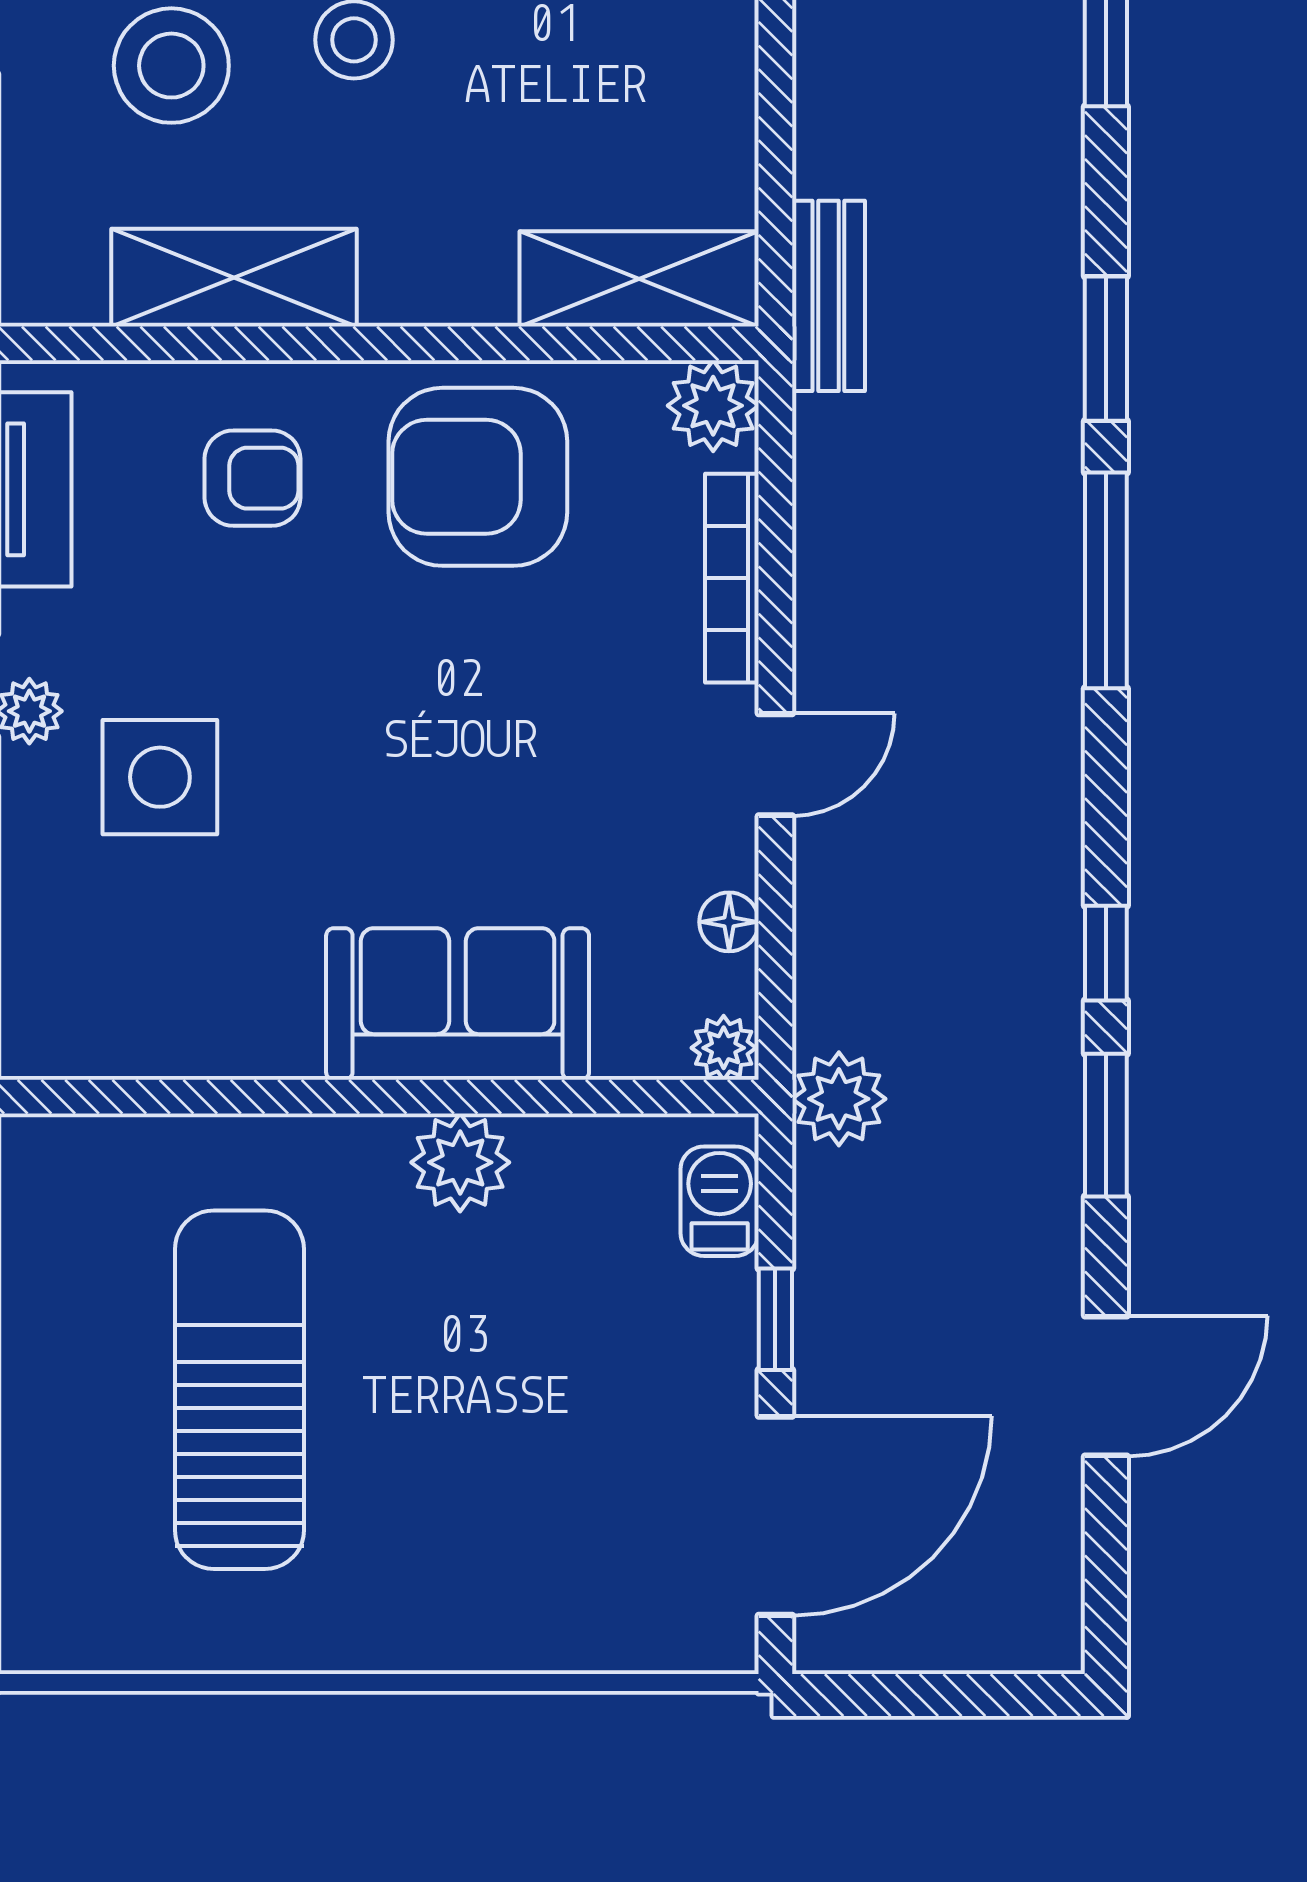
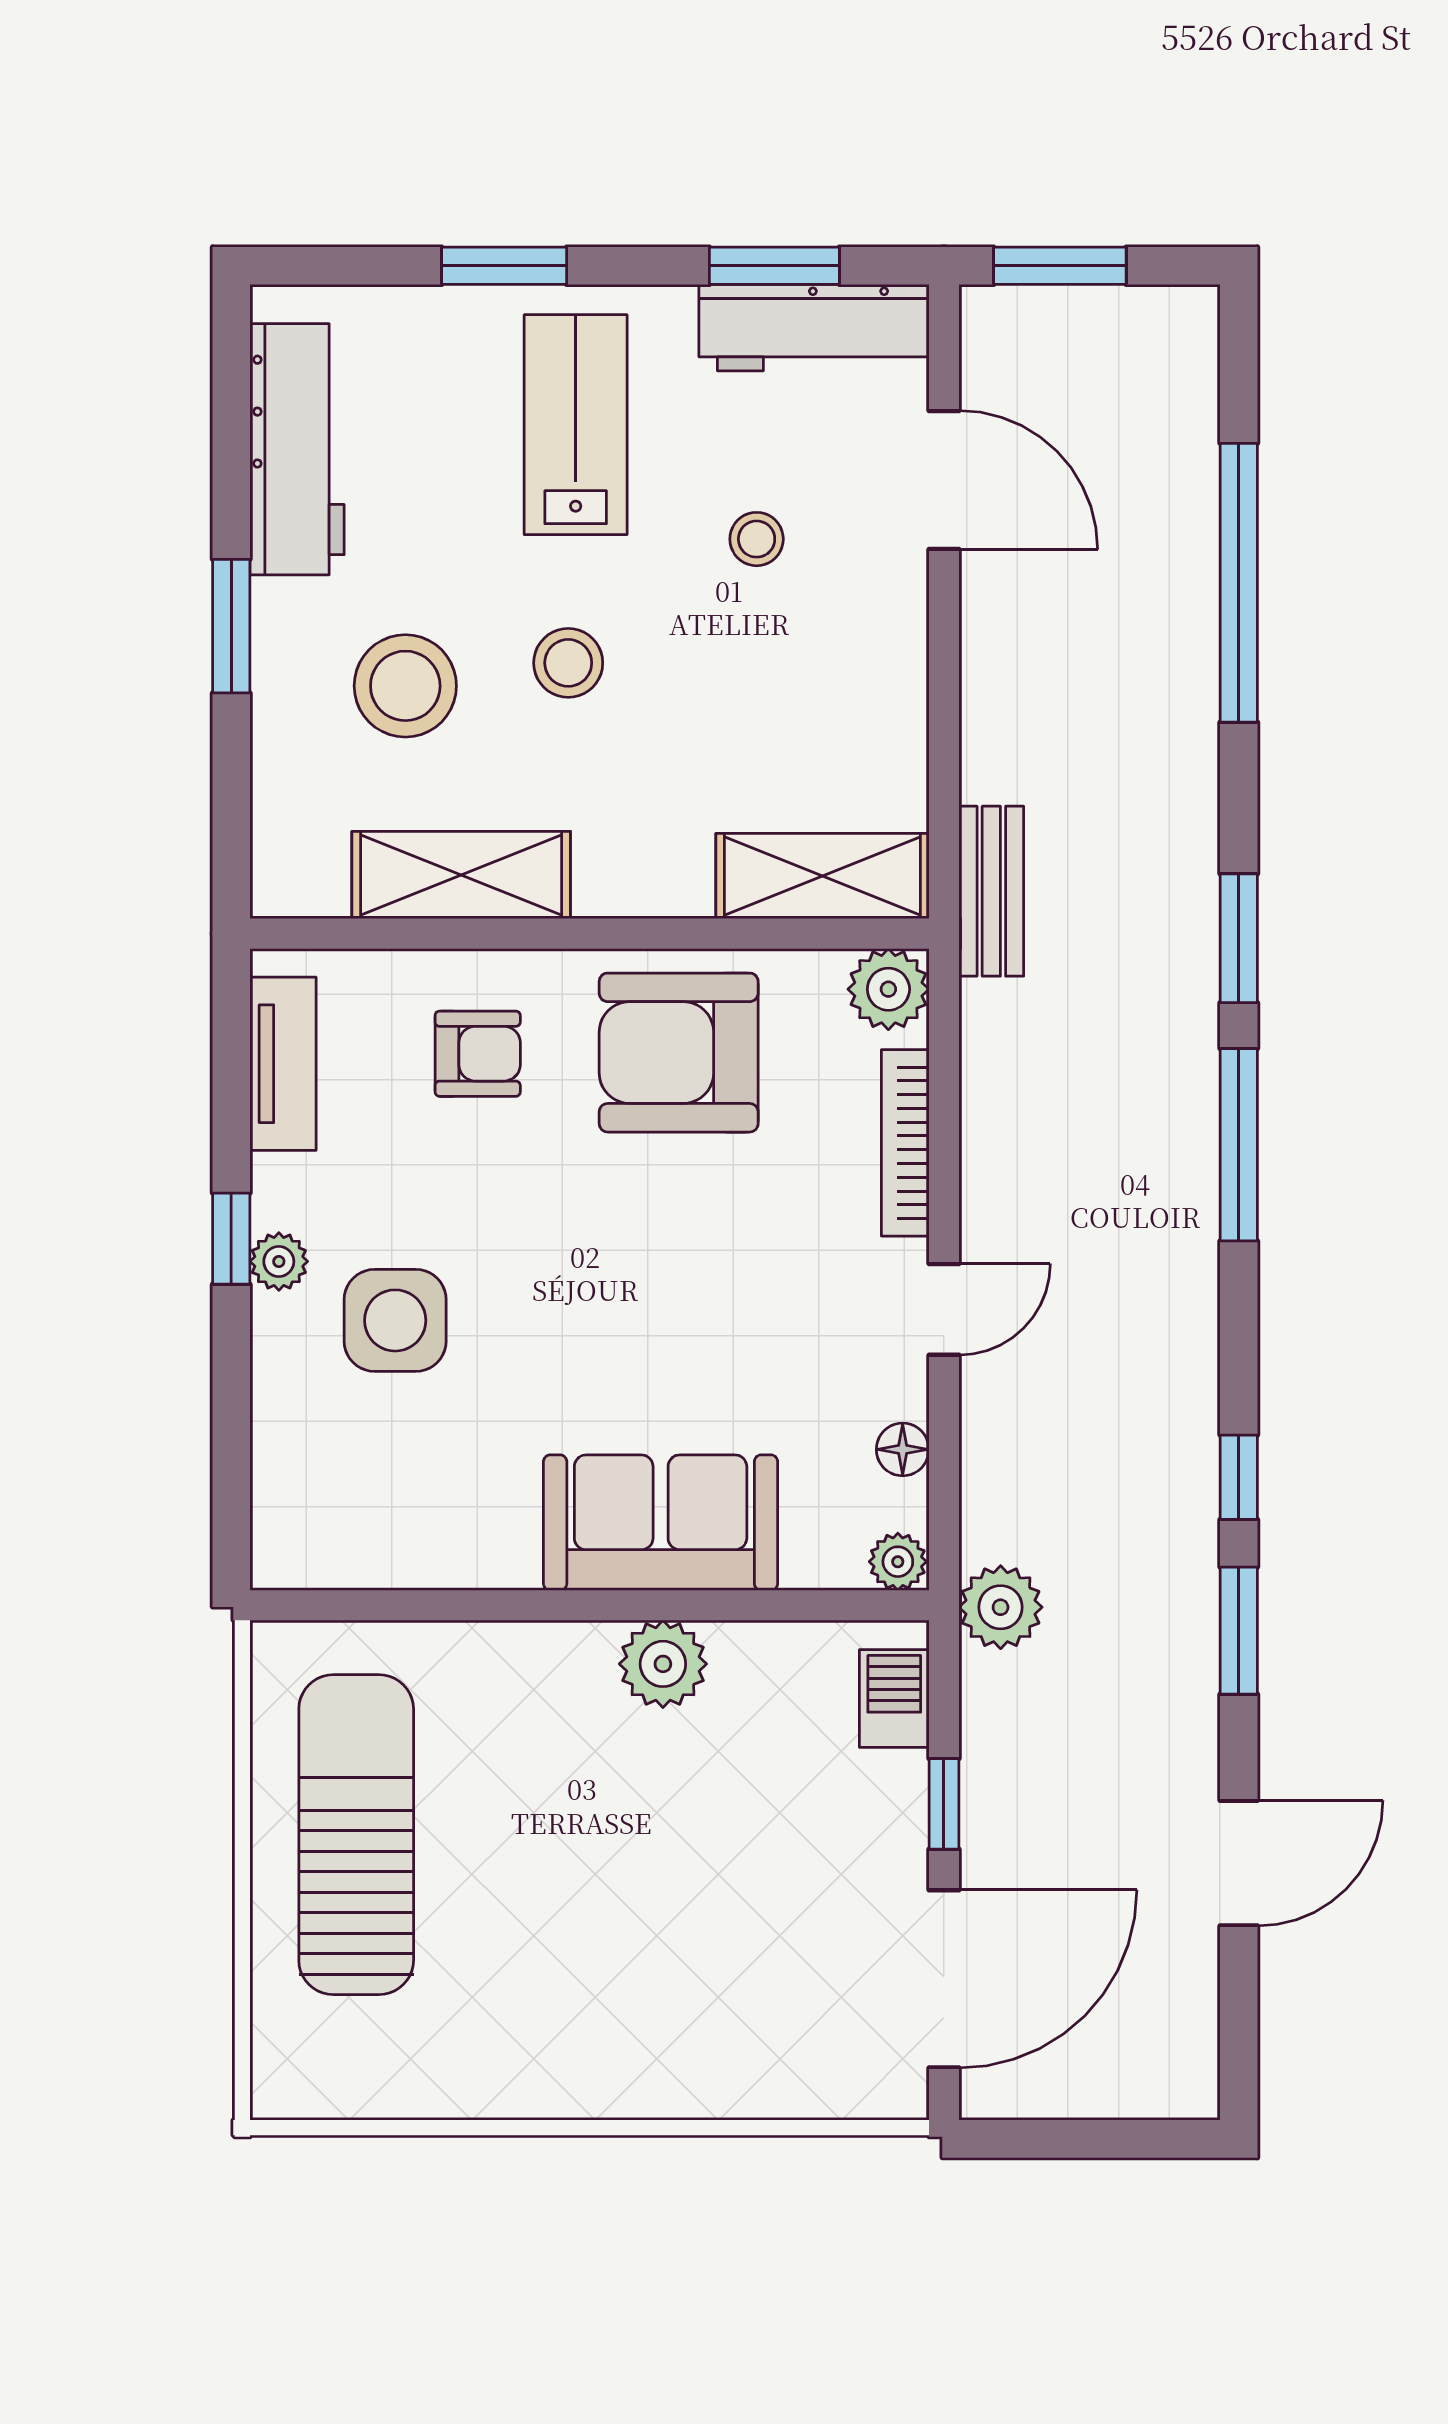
sun lounger: (239, 1390) -> (356, 1835), moved

